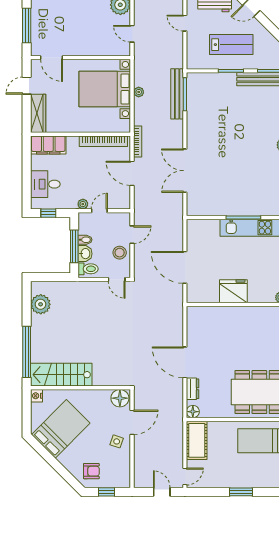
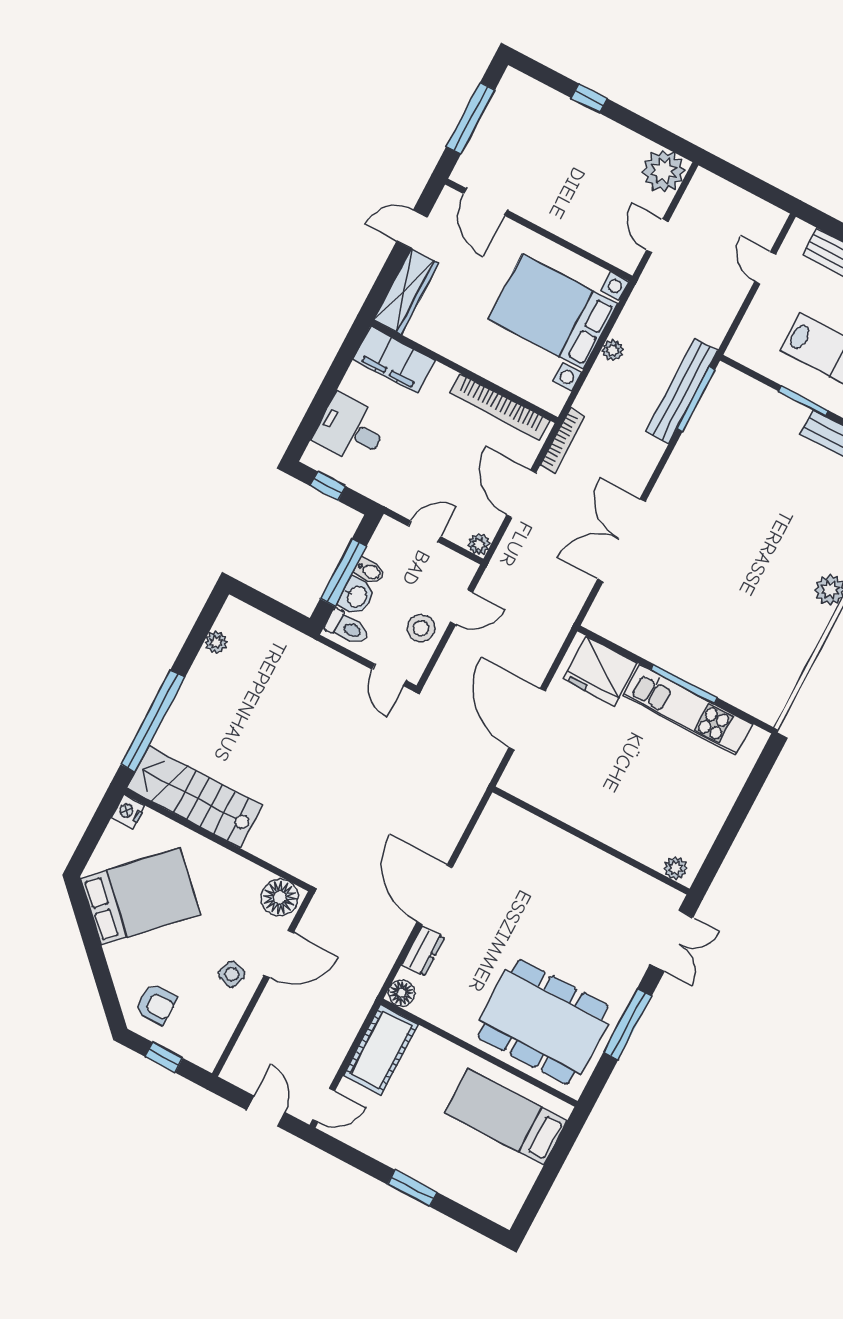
plant: (83, 204) -> (479, 544), moved
fridge: (233, 291) -> (601, 671), moved, turned 180
plant: (41, 304) -> (216, 642), width x0.53, depth x0.53

